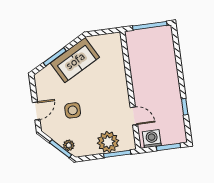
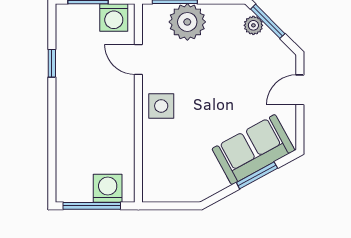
washing machine: (142, 37) -> (108, 188), added
sofa: (75, 60) -> (253, 150), moved
side table: (73, 110) -> (161, 106), moved

